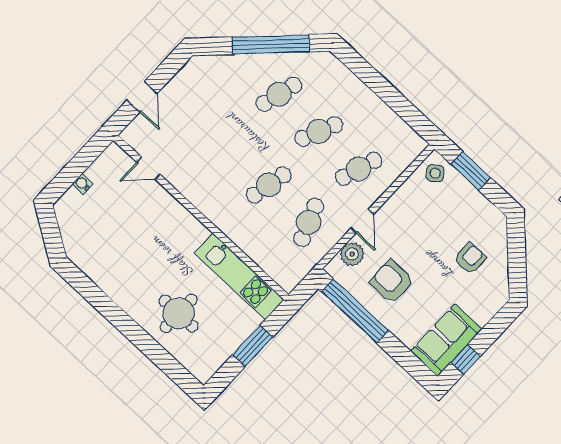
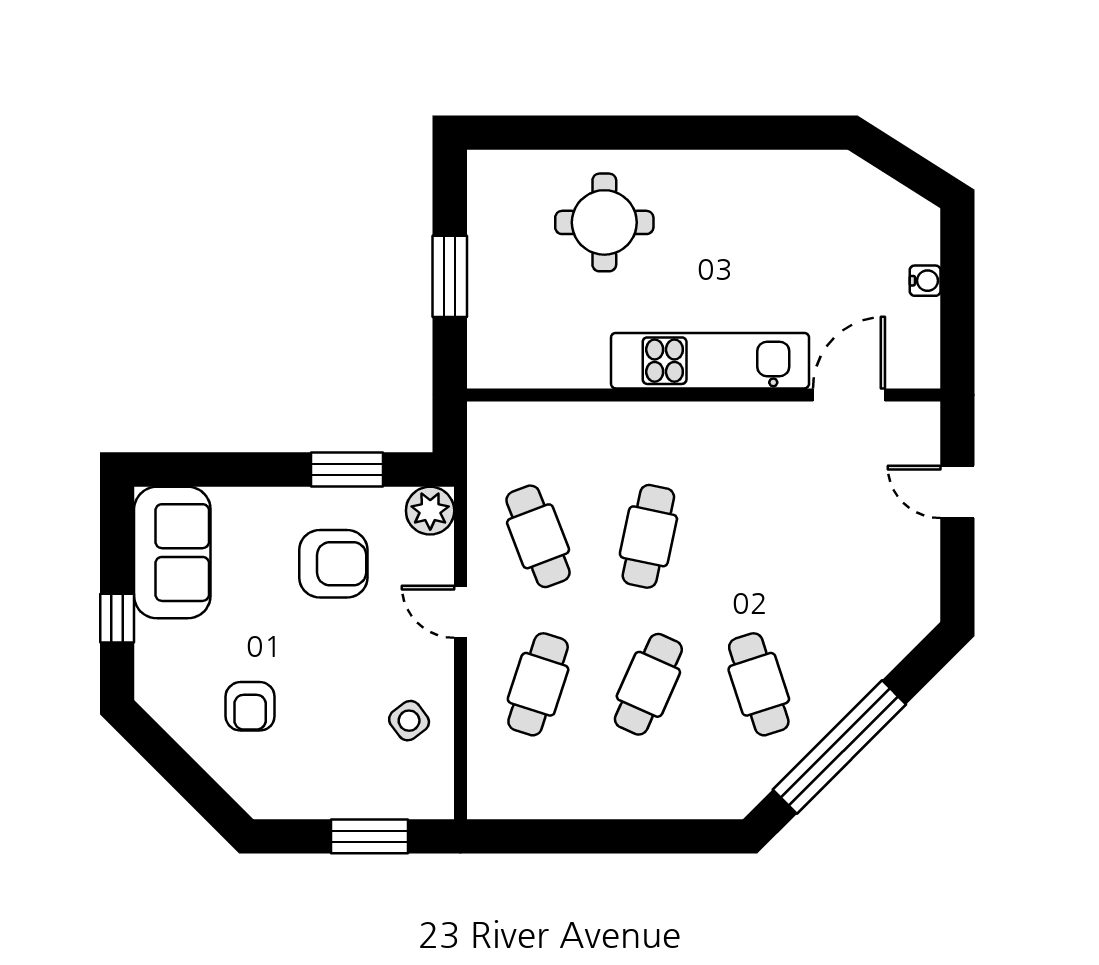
cafe table: (279, 94) -> (759, 684), turned -33
door: (148, 168) -> (849, 395), width x1.38
side table: (435, 173) -> (409, 721), moved
plant: (352, 254) -> (430, 511), moved
kitchen unit: (239, 276) -> (710, 361), moved
window: (355, 311) -> (347, 470), width x0.47
window: (466, 359) -> (117, 618), moved

